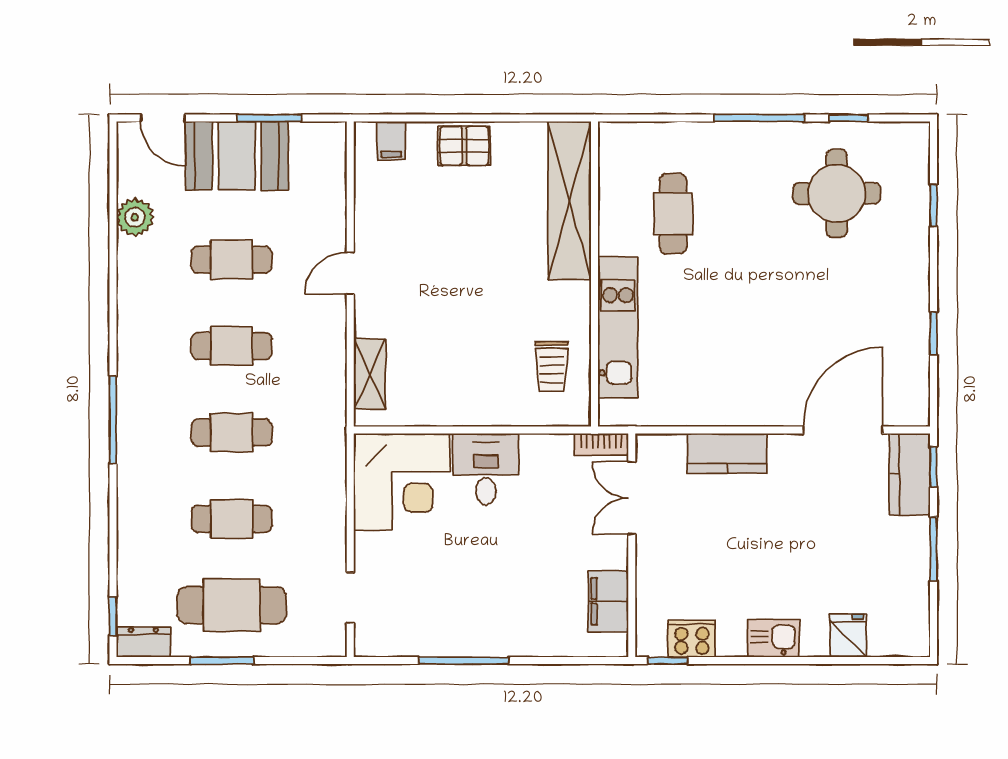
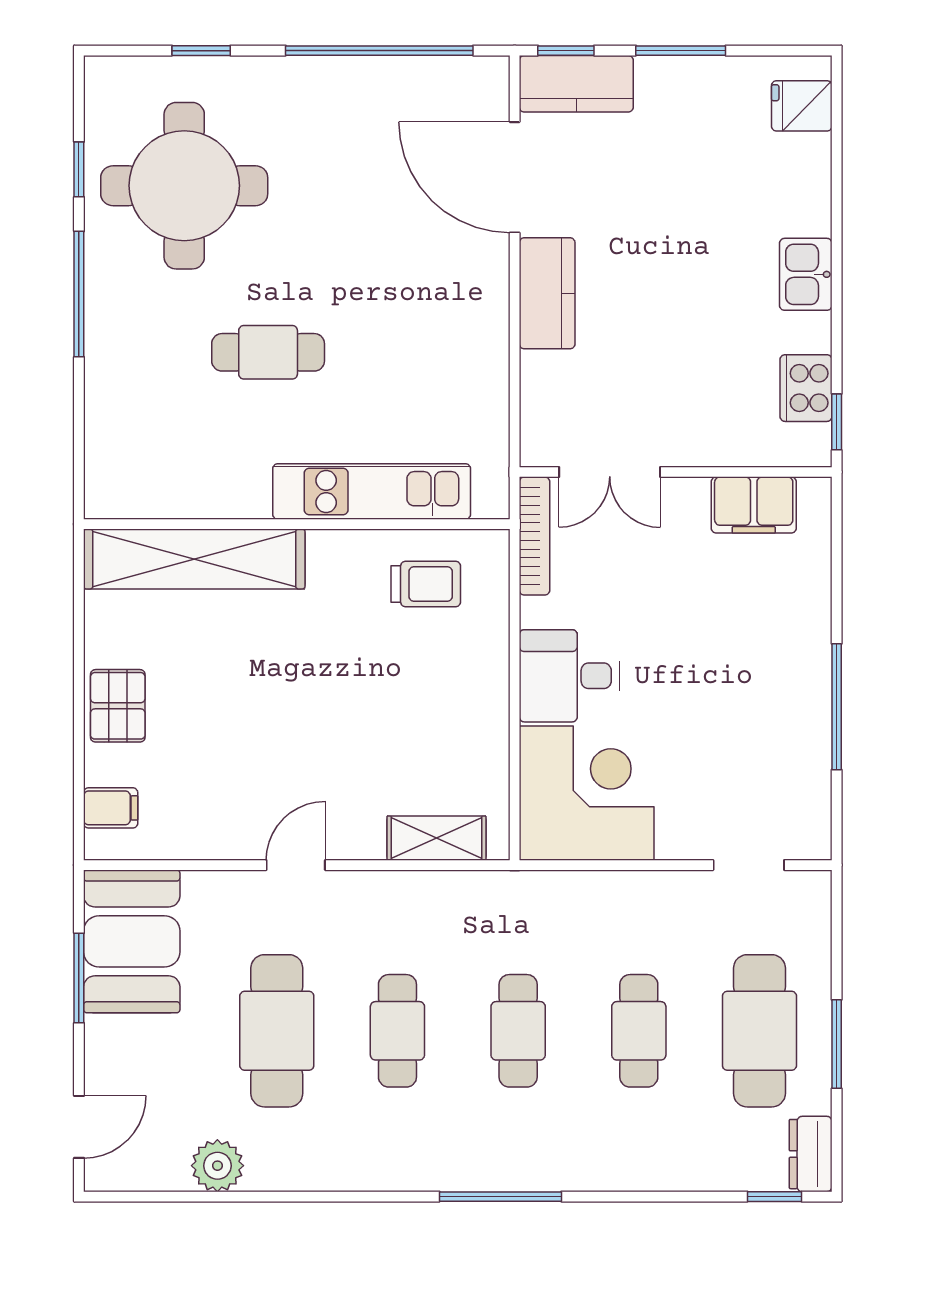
booth: (237, 156) -> (132, 941), moved
round table: (837, 193) -> (184, 186), width x1.36, depth x1.36
cafe table: (673, 214) -> (268, 352), moved
cafe table: (232, 260) -> (277, 1031), width x1.37, depth x1.35
door: (350, 273) -> (296, 865), swing flipped
window: (934, 333) -> (379, 51), width x3.17
bookcase: (601, 444) -> (535, 536), width x1.56
kitchen counter: (727, 453) -> (547, 293), moved
fridge: (848, 636) -> (802, 106), moved

